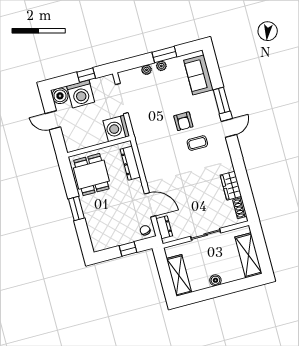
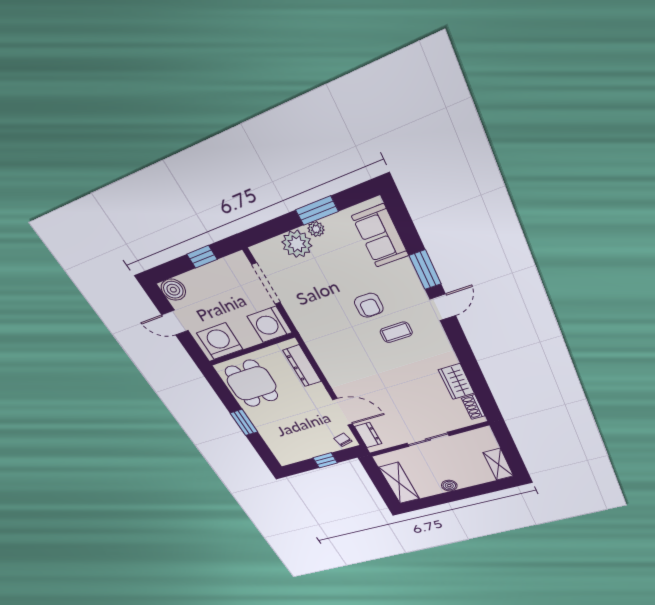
plant: (147, 70) -> (297, 244), width x1.87, depth x1.87
washing machine: (81, 94) -> (220, 341), moved, turned 180
shelving: (248, 255) -> (498, 464), width x0.67, depth x0.75

